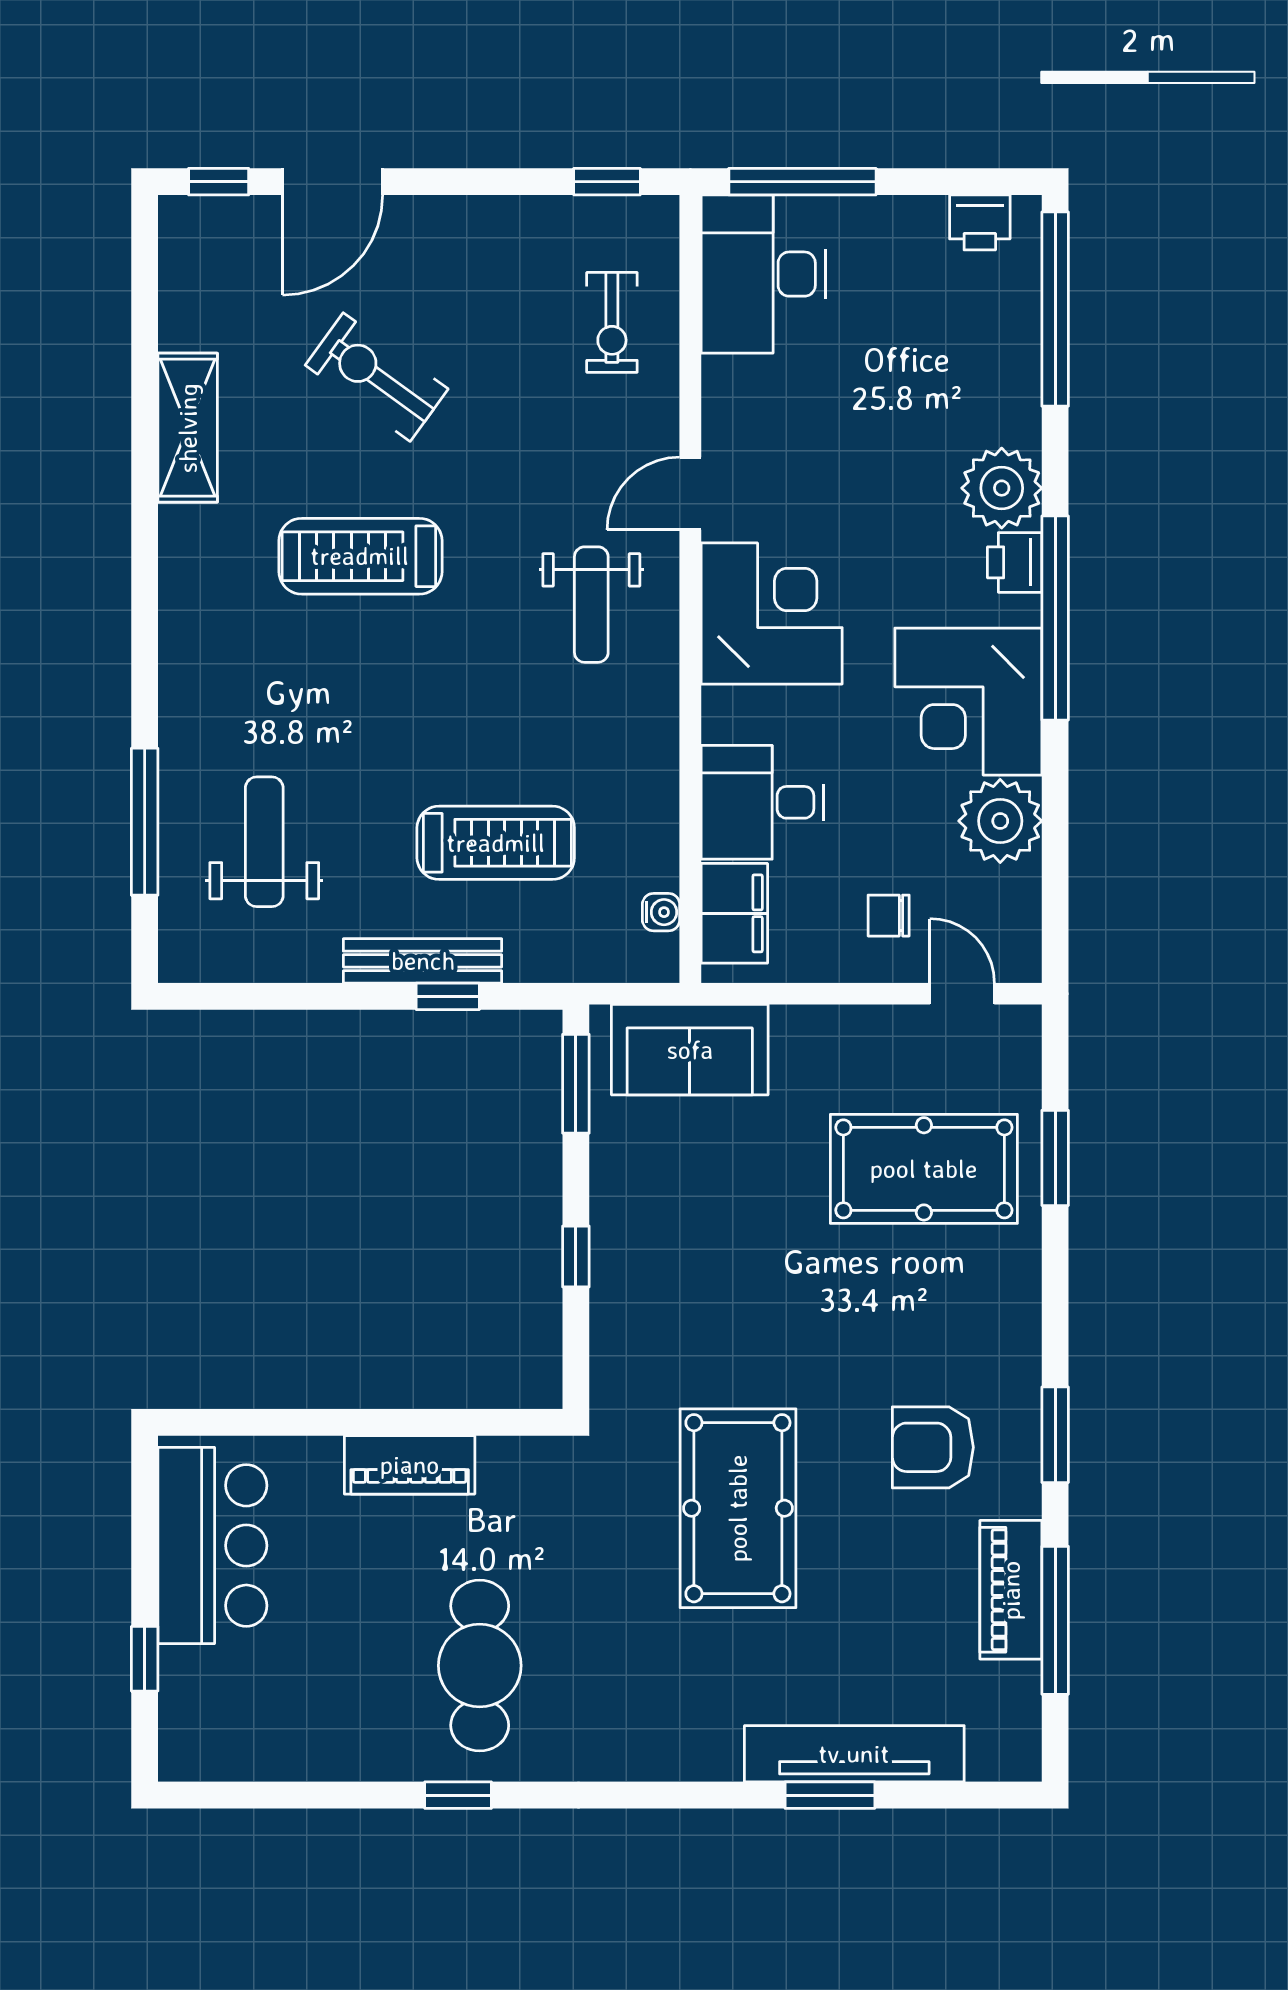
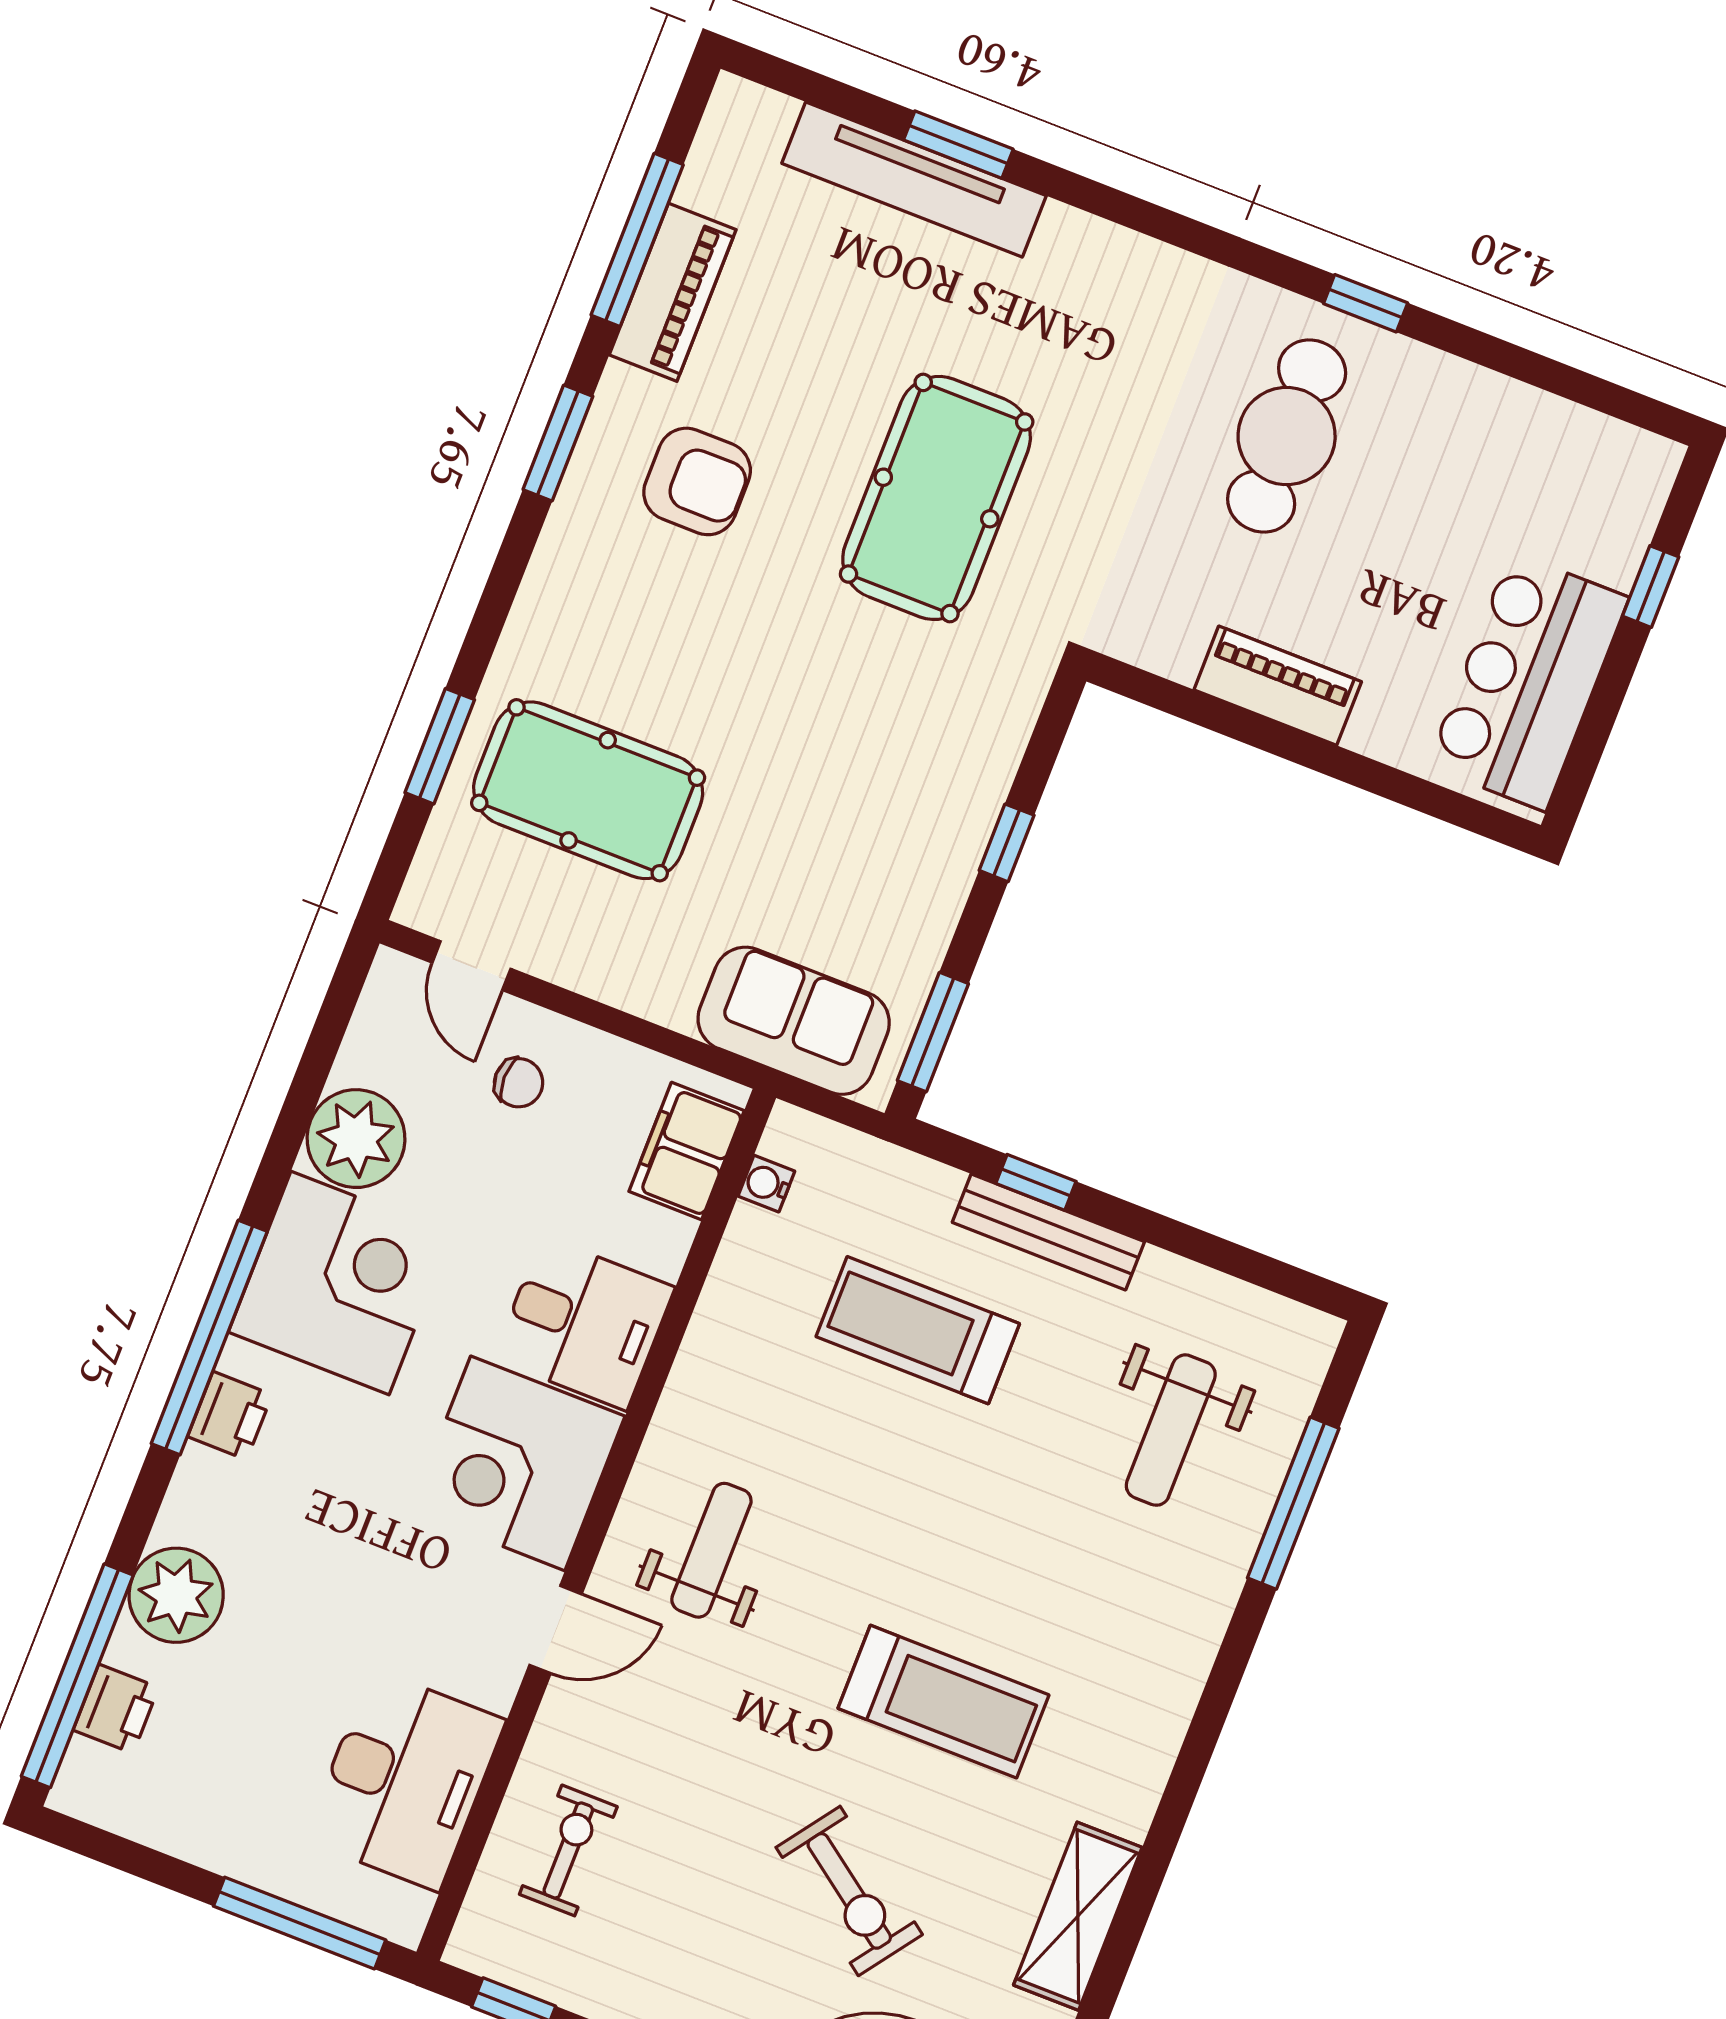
printer: (980, 222) -> (116, 1709), moved, turned 90
desk: (763, 274) -> (405, 1780), moved
plant: (1002, 488) -> (176, 1595), moved
desk: (762, 802) -> (584, 1323), moved

